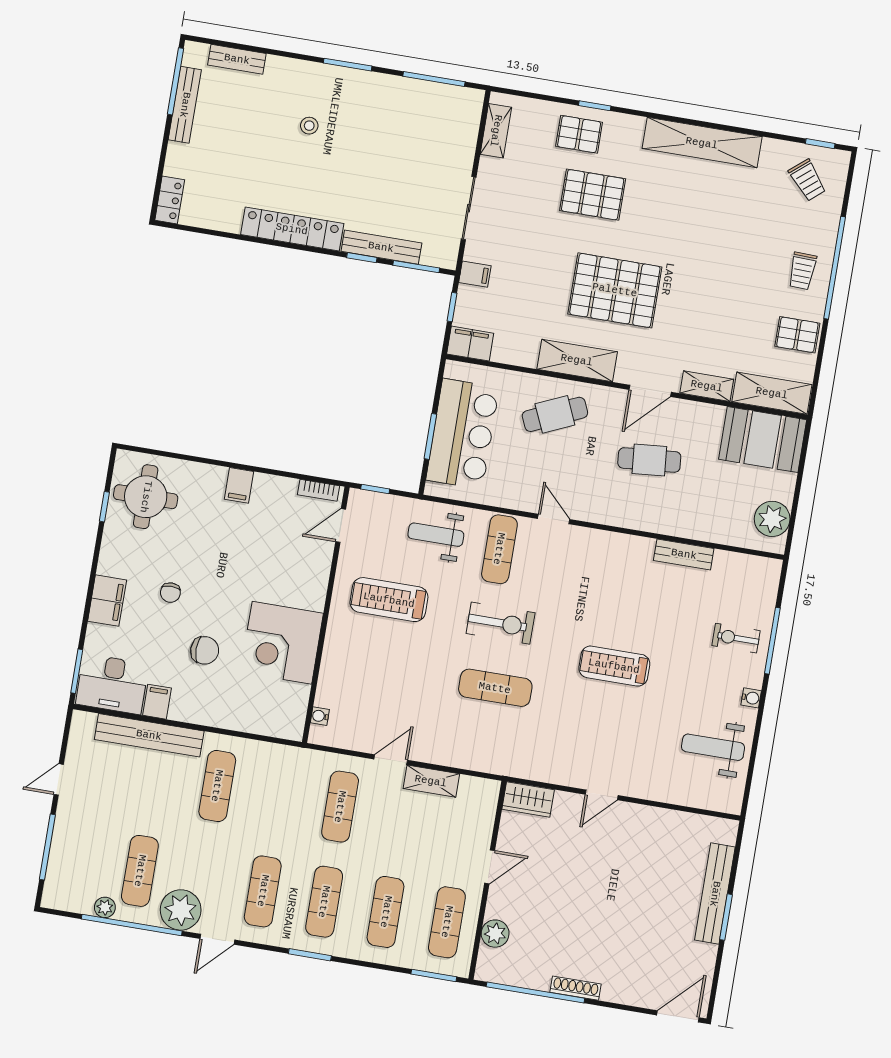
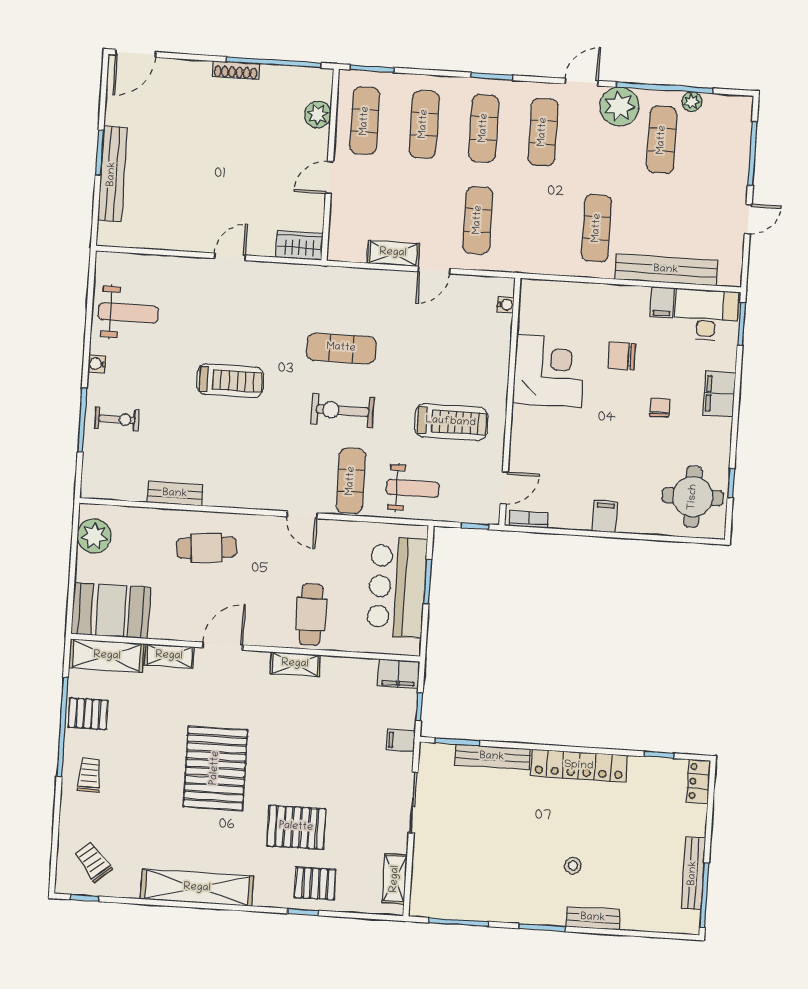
bench: (237, 59) -> (593, 918), moved
window: (362, 258) -> (659, 755), moved
window: (835, 268) -> (62, 727), moved
pallet: (615, 290) -> (215, 768), moved, turned 90
shelving: (577, 360) -> (295, 664), width x0.67, depth x0.75
cafe table: (555, 414) -> (311, 615), turned -66
cafe table: (649, 460) -> (207, 548), moved

